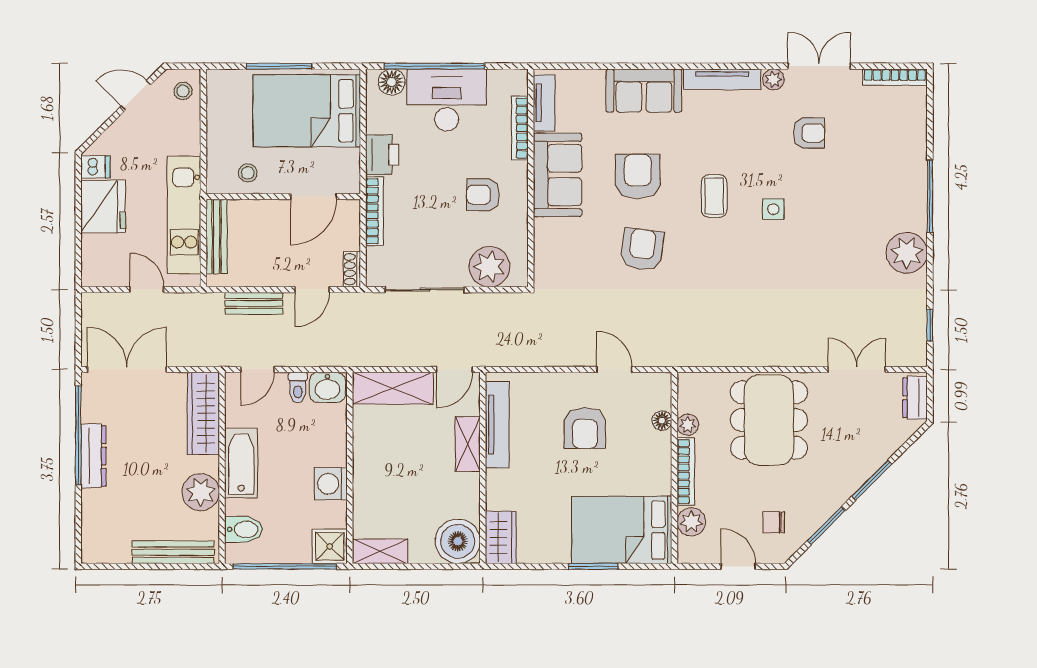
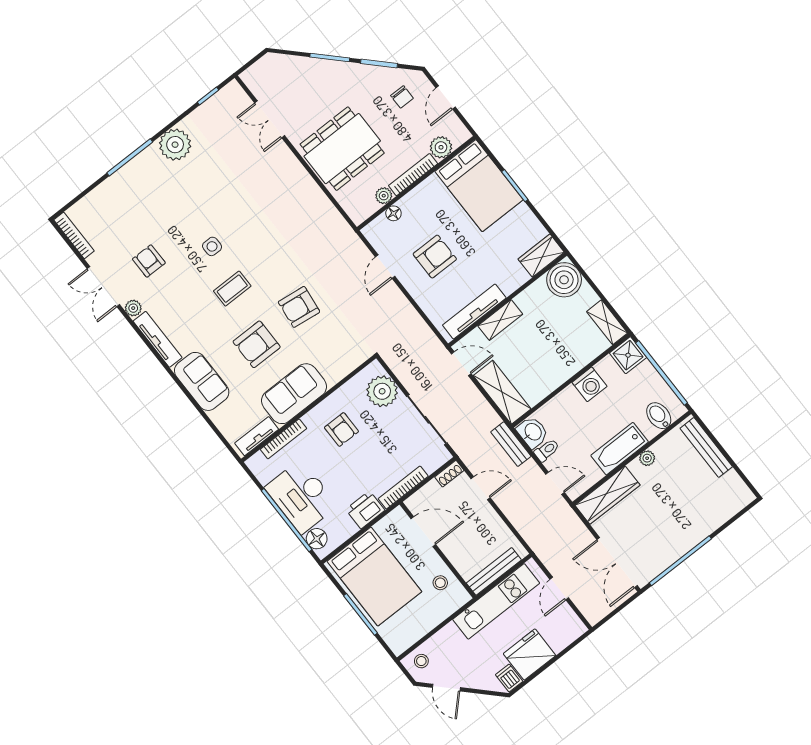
bench: (254, 303) -> (511, 444), moved
dresser: (915, 398) -> (259, 71), removed
dresser: (93, 456) -> (686, 542), removed
plant: (201, 492) -> (647, 458), width x0.53, depth x0.53

